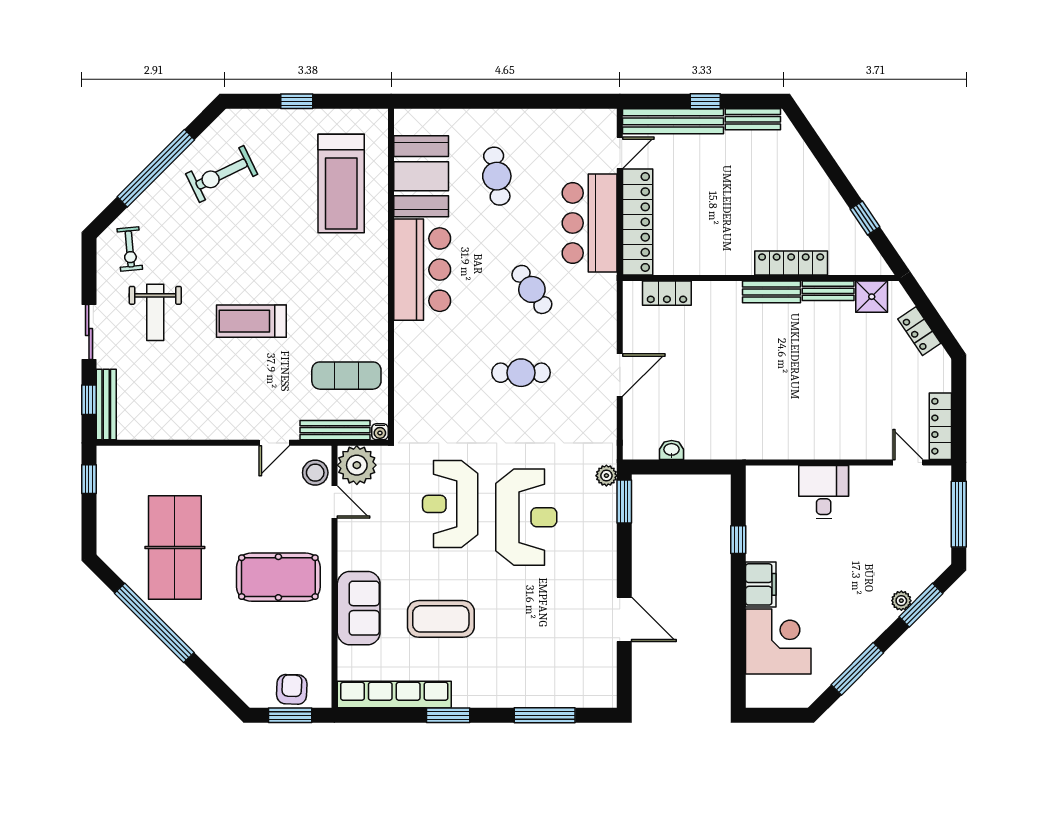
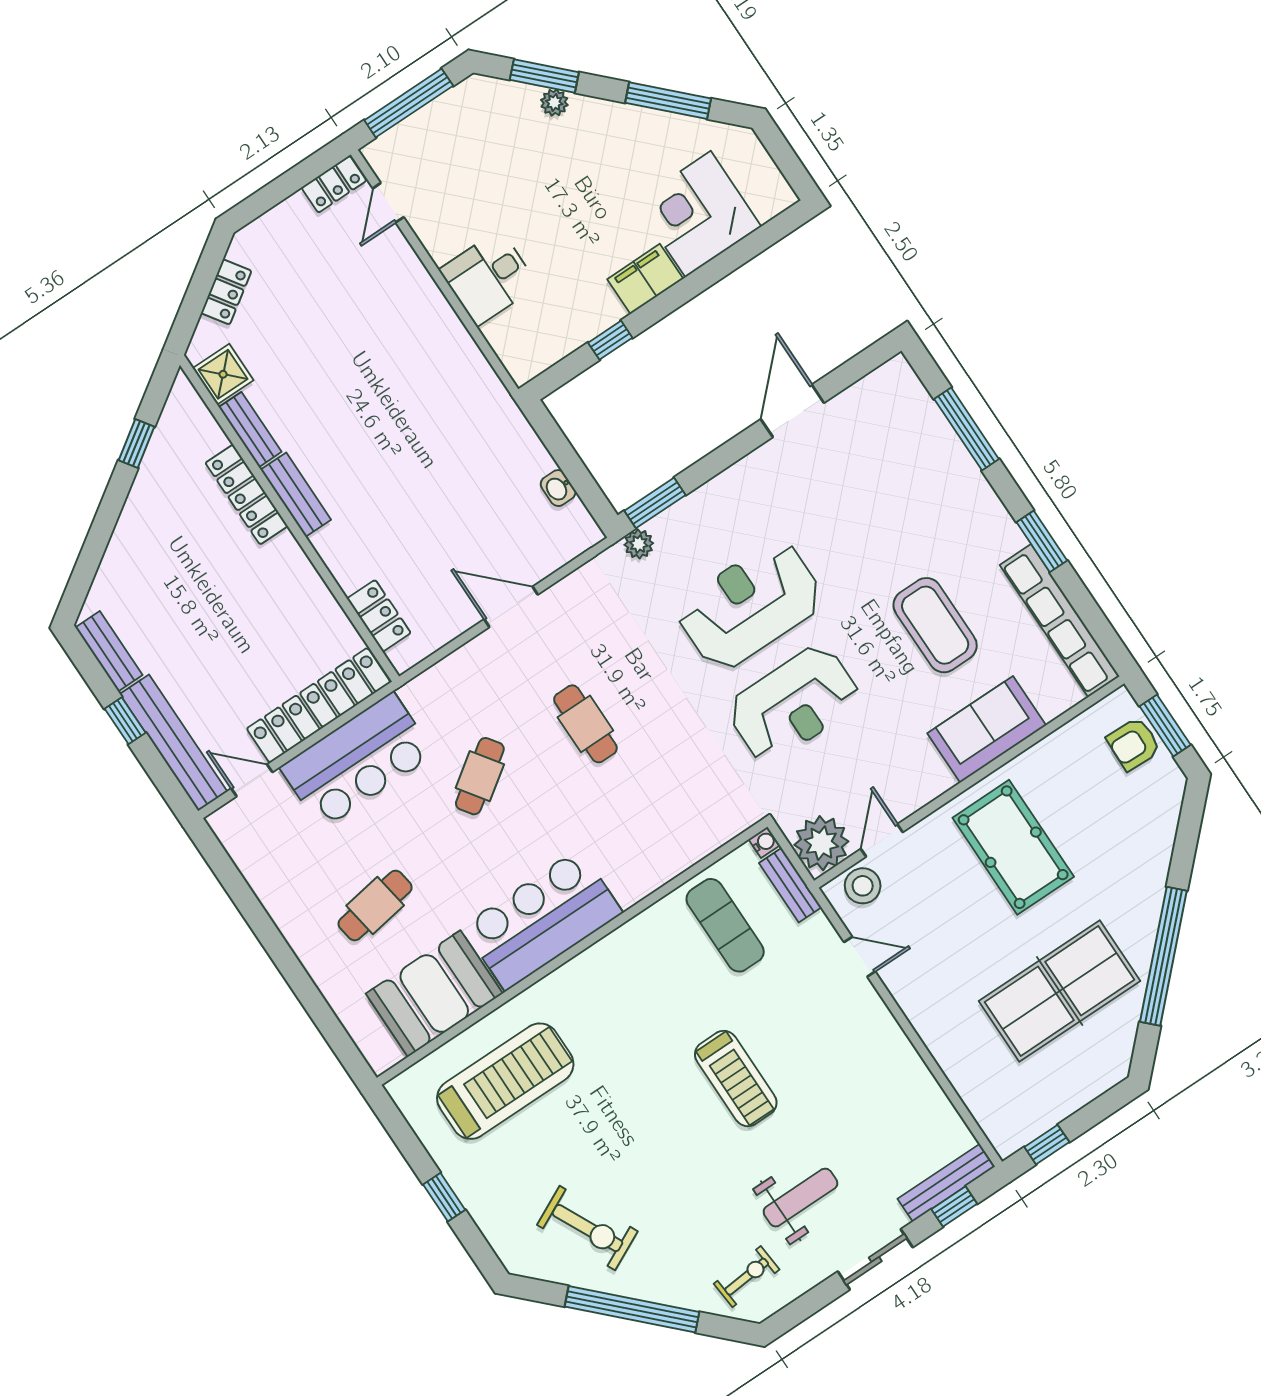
locker: (940, 426) -> (334, 184), width x0.66
bench: (335, 430) -> (790, 885), width x0.73

